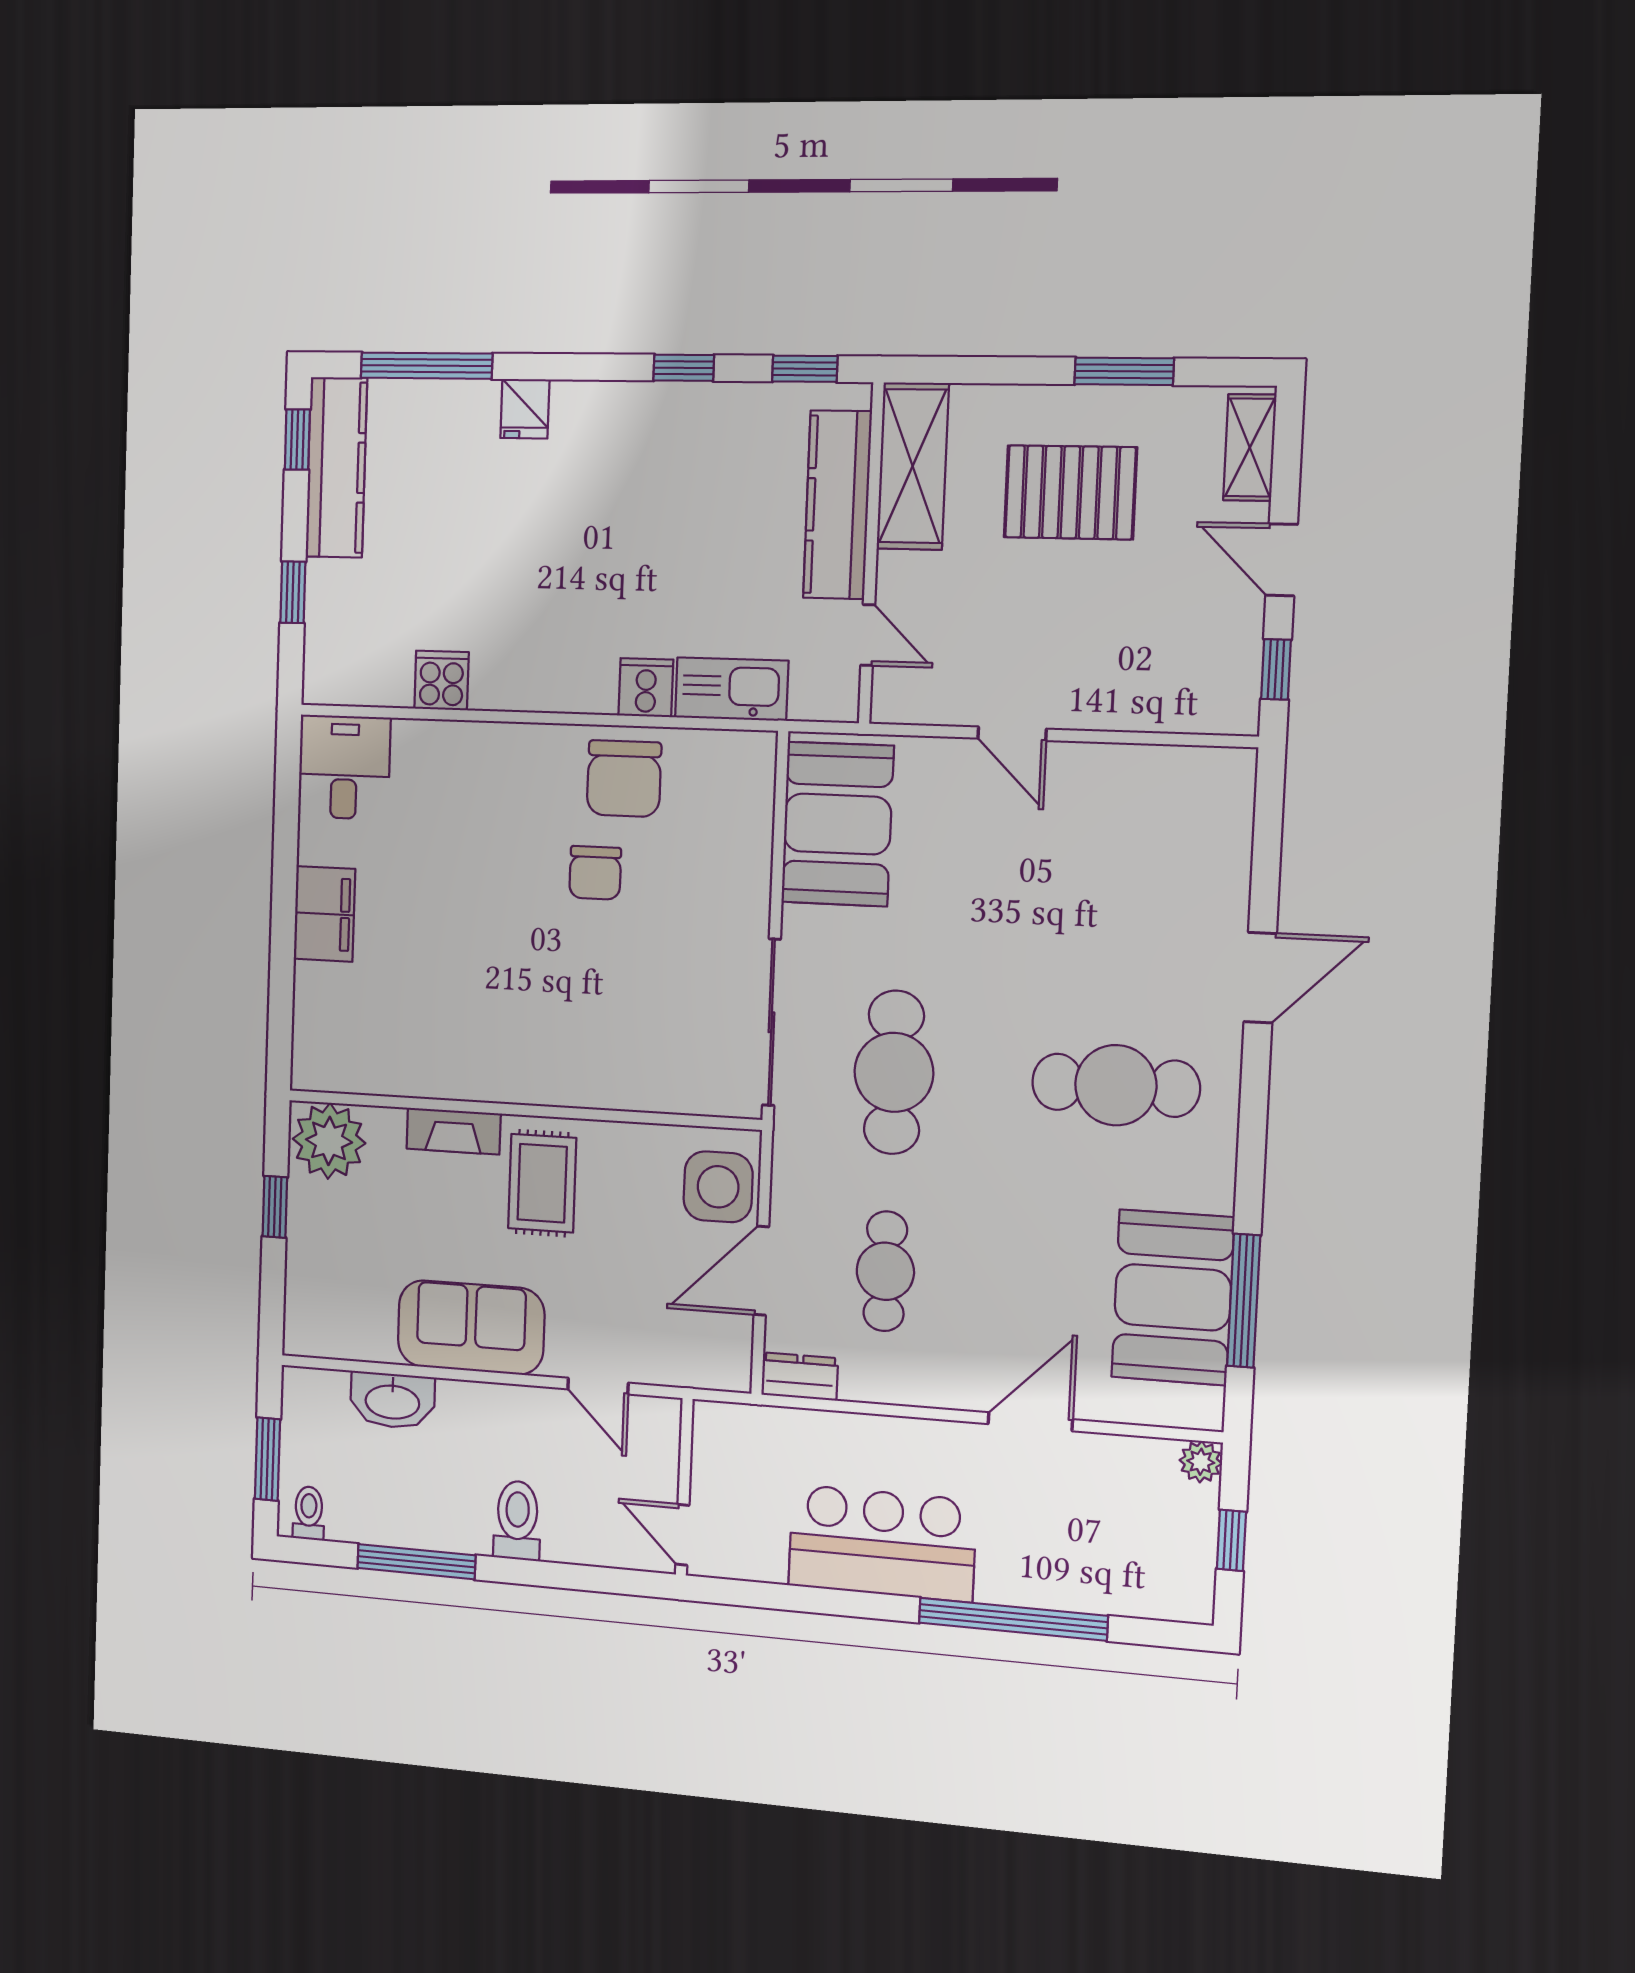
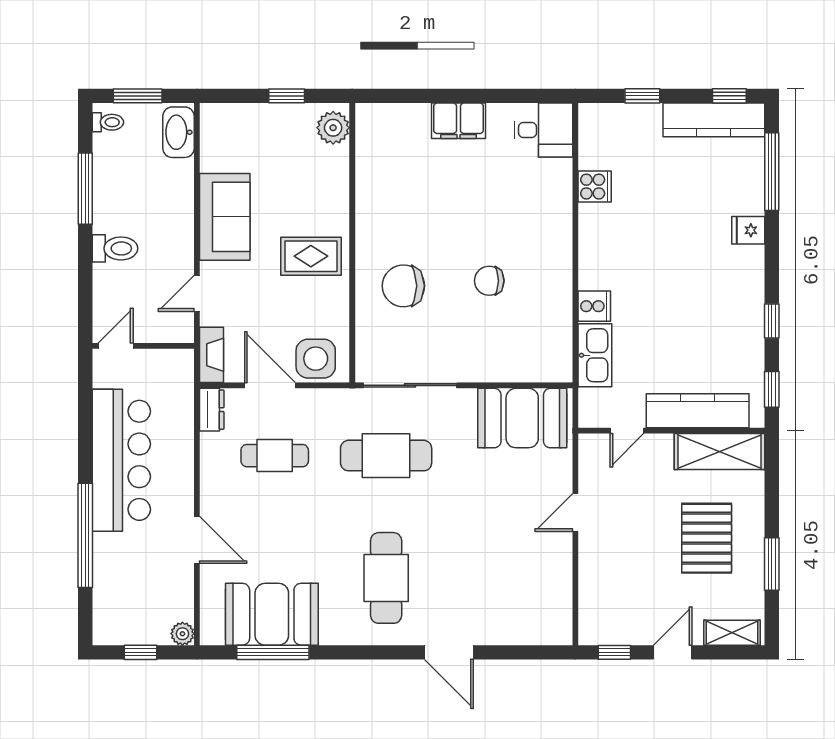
chair: (624, 779) -> (403, 286), moved
fireplace: (454, 1131) -> (212, 355), moved, turned 180
plant: (329, 1141) -> (333, 128), width x0.73, depth x0.73
washbasin: (392, 1401) -> (179, 132), moved
bar counter: (882, 1543) -> (121, 460), width x1.36

